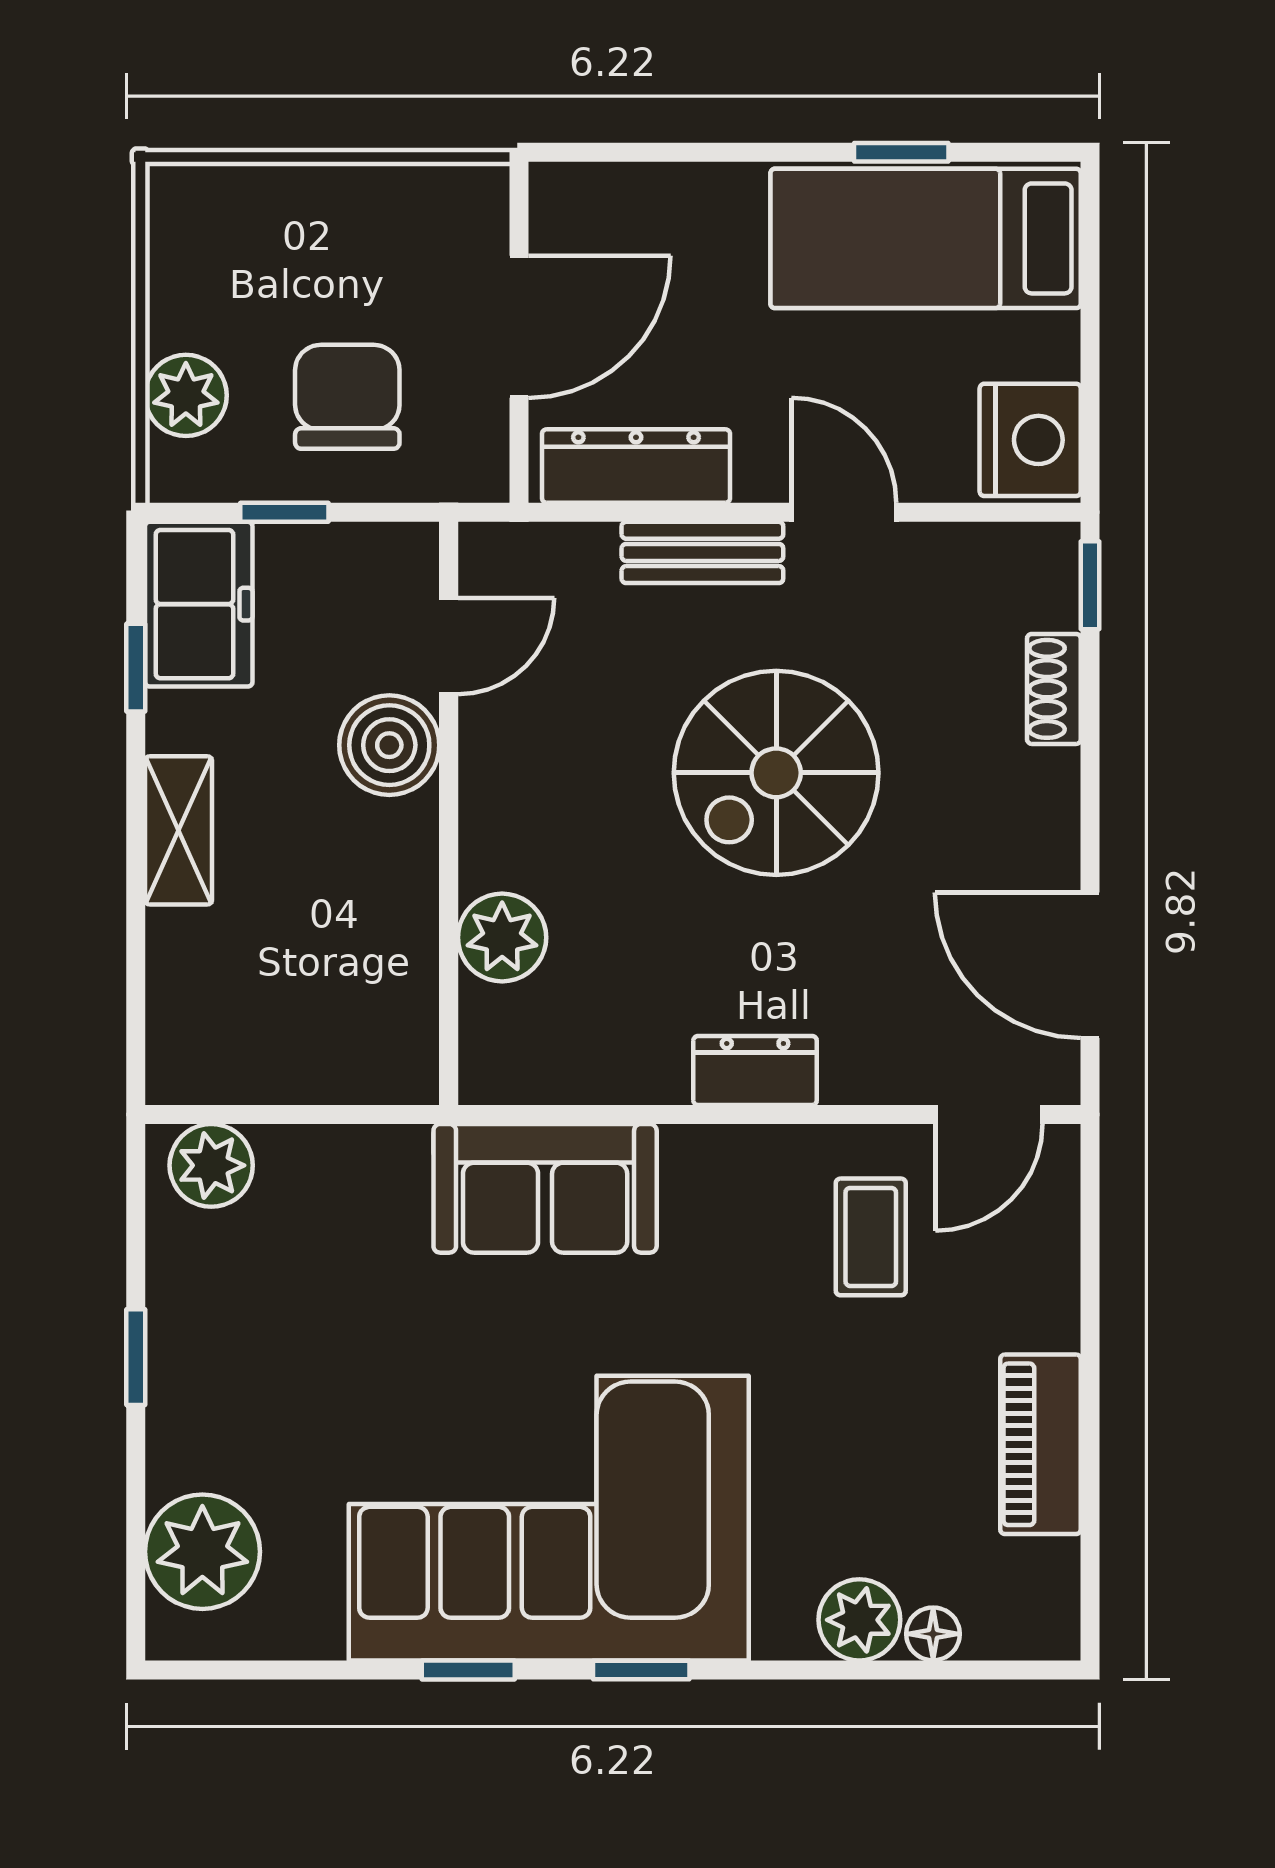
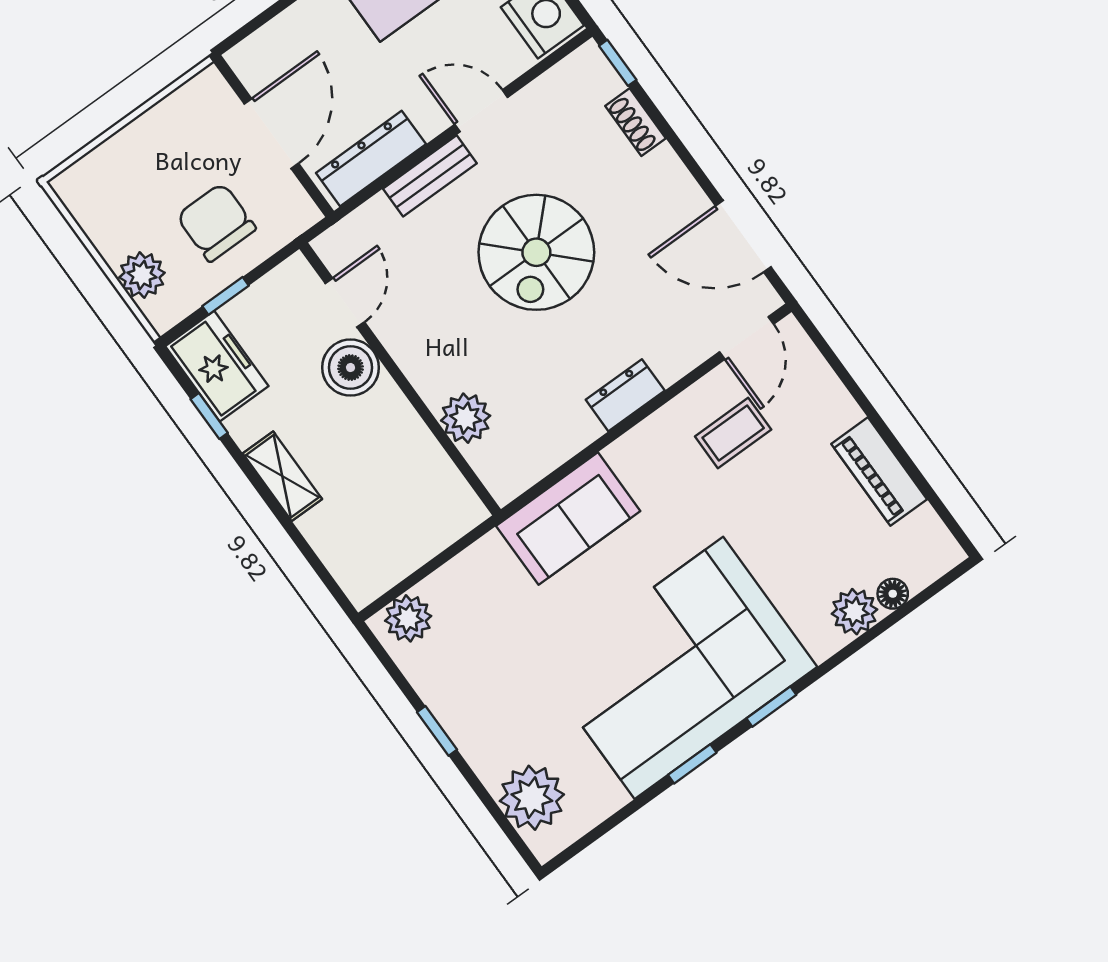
coffee table: (871, 1237) -> (733, 433), turned 90

